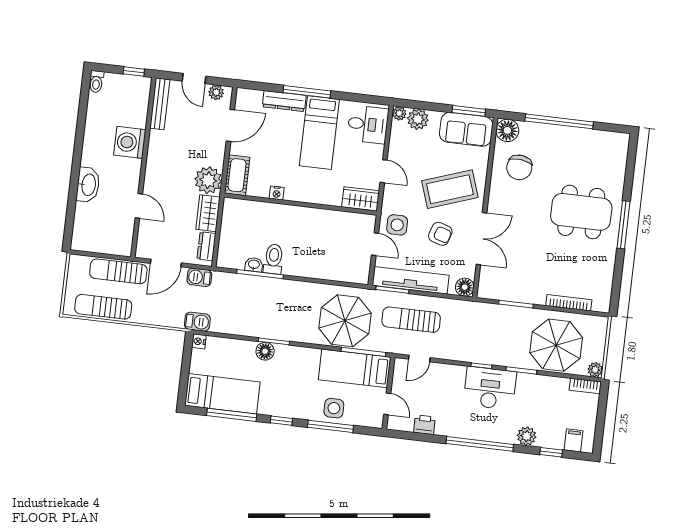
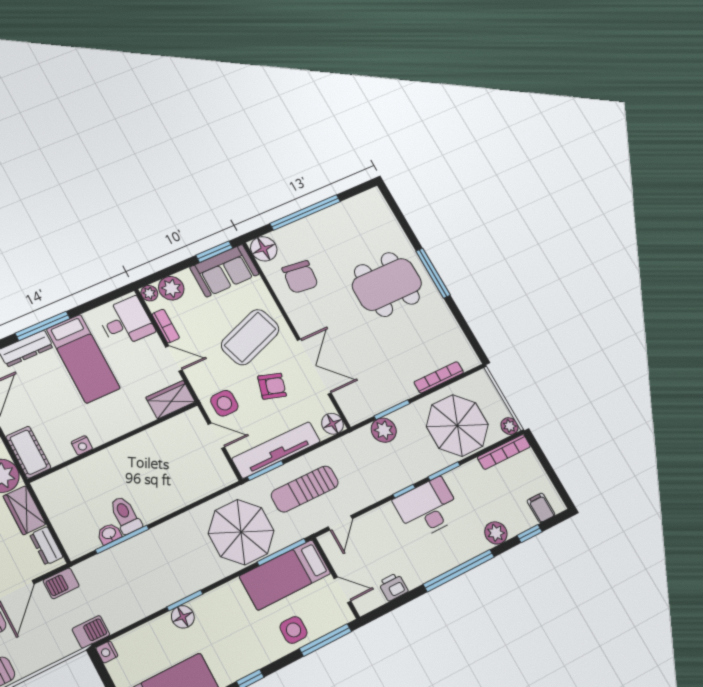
bookcase: (394, 144) -> (166, 326), added
plant: (499, 315) -> (384, 430), added
bookcase: (585, 386) -> (504, 452), width x1.56
window: (331, 426) -> (326, 640), moved

